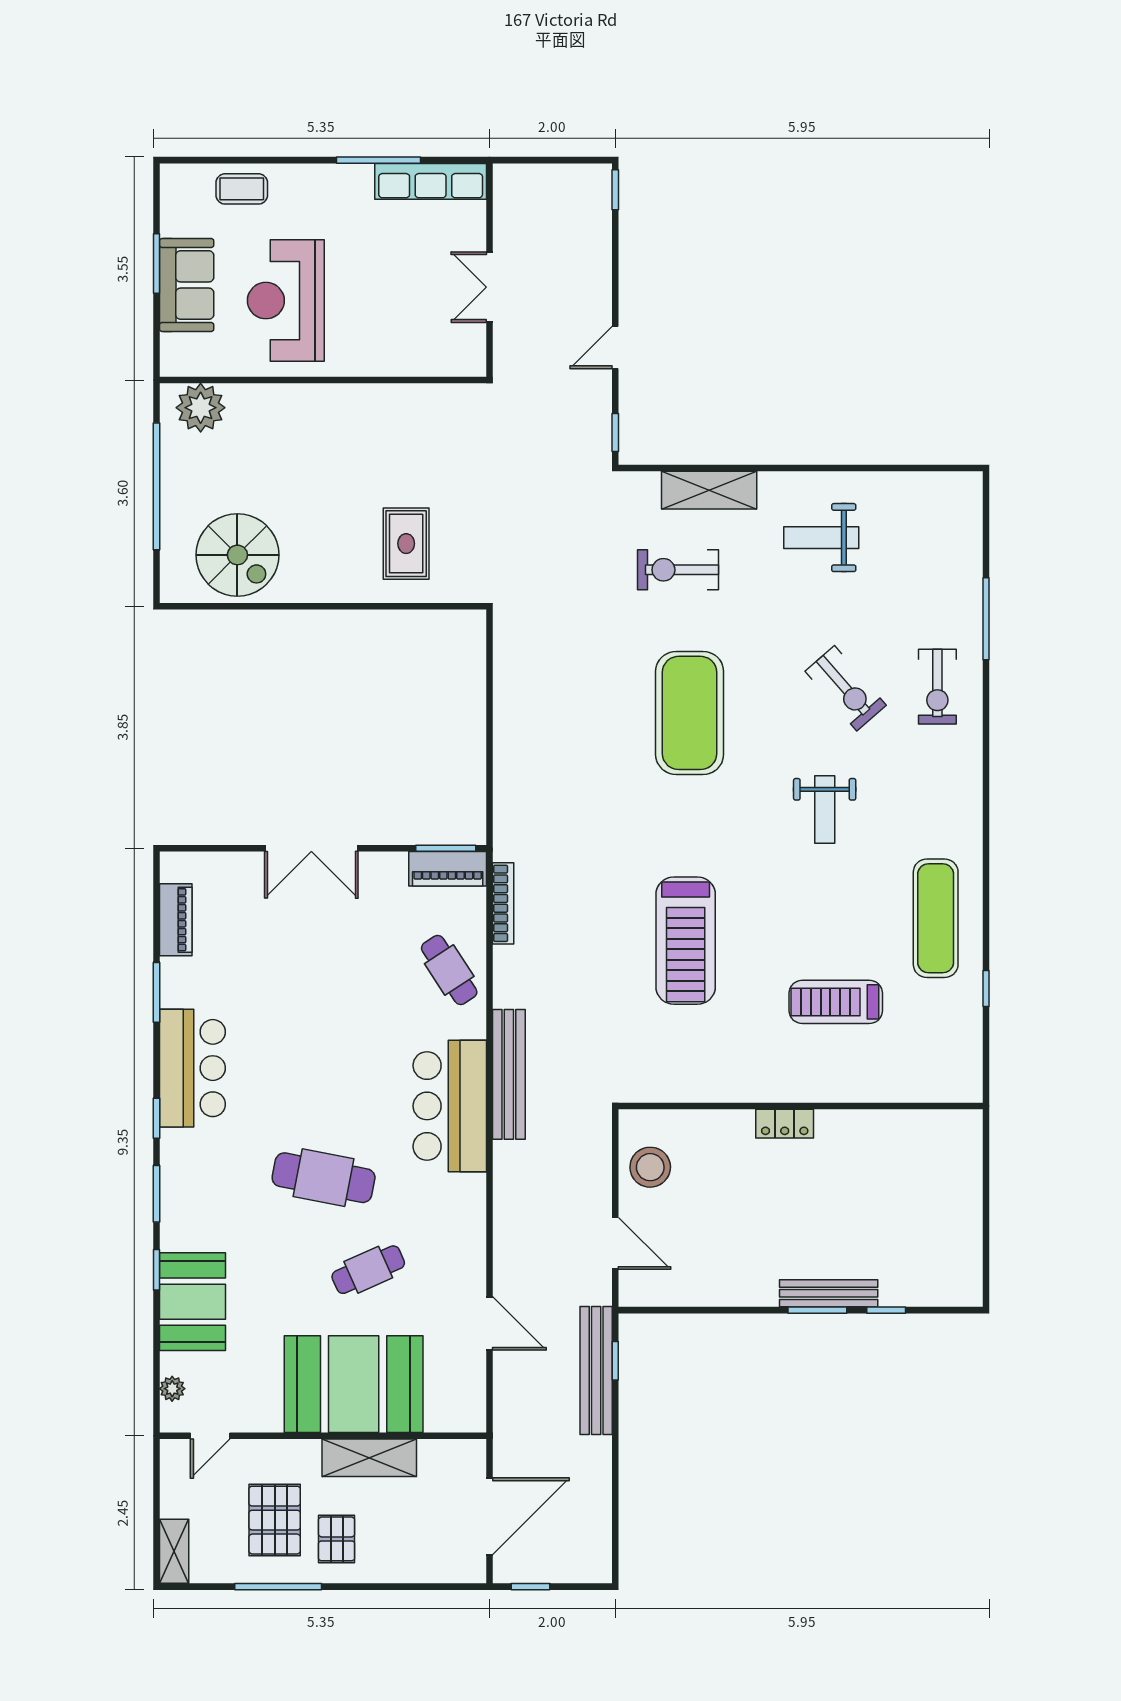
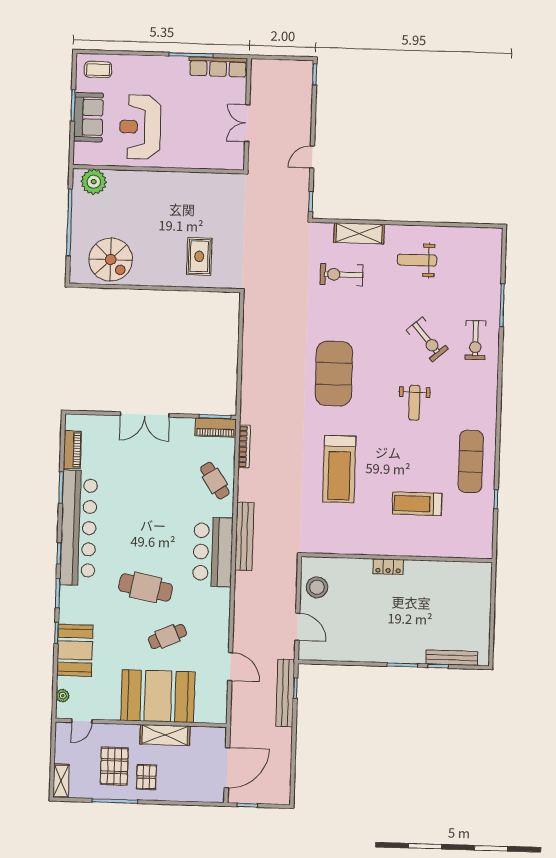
coffee table: (242, 189) -> (98, 70), moved
exercise mat: (690, 713) -> (334, 373), moved
bar counter: (192, 1068) -> (79, 528), width x1.86
bench: (829, 1293) -> (452, 658), moved

